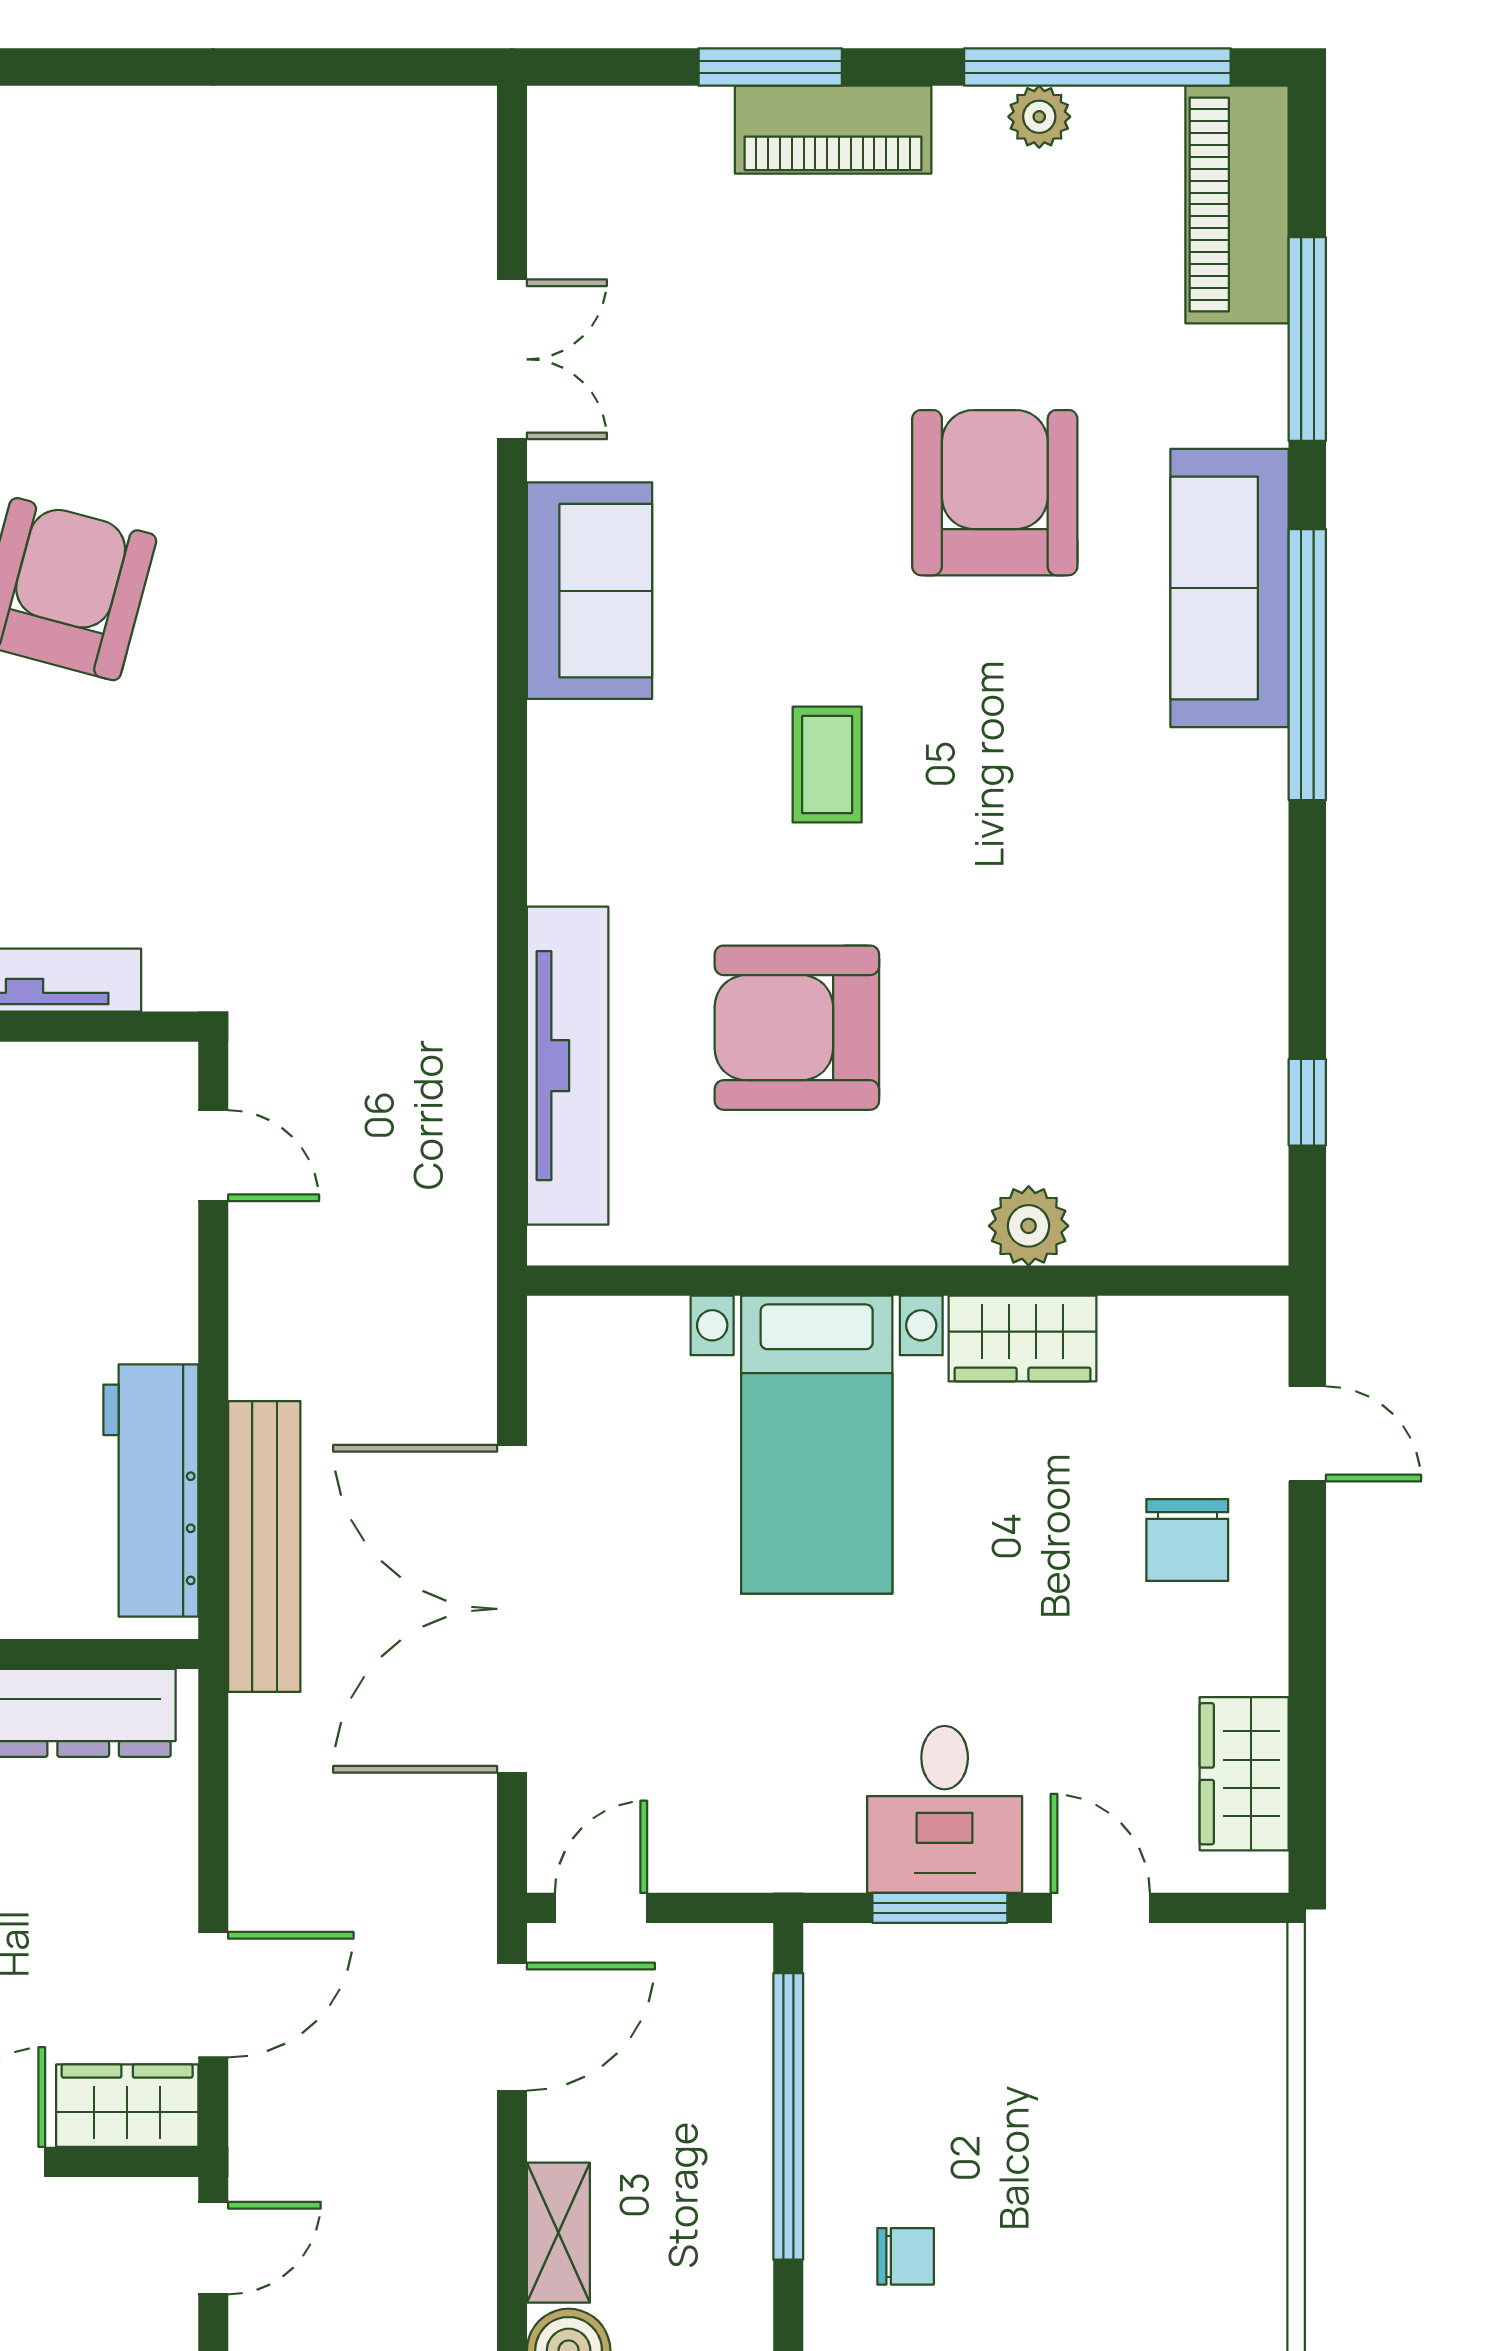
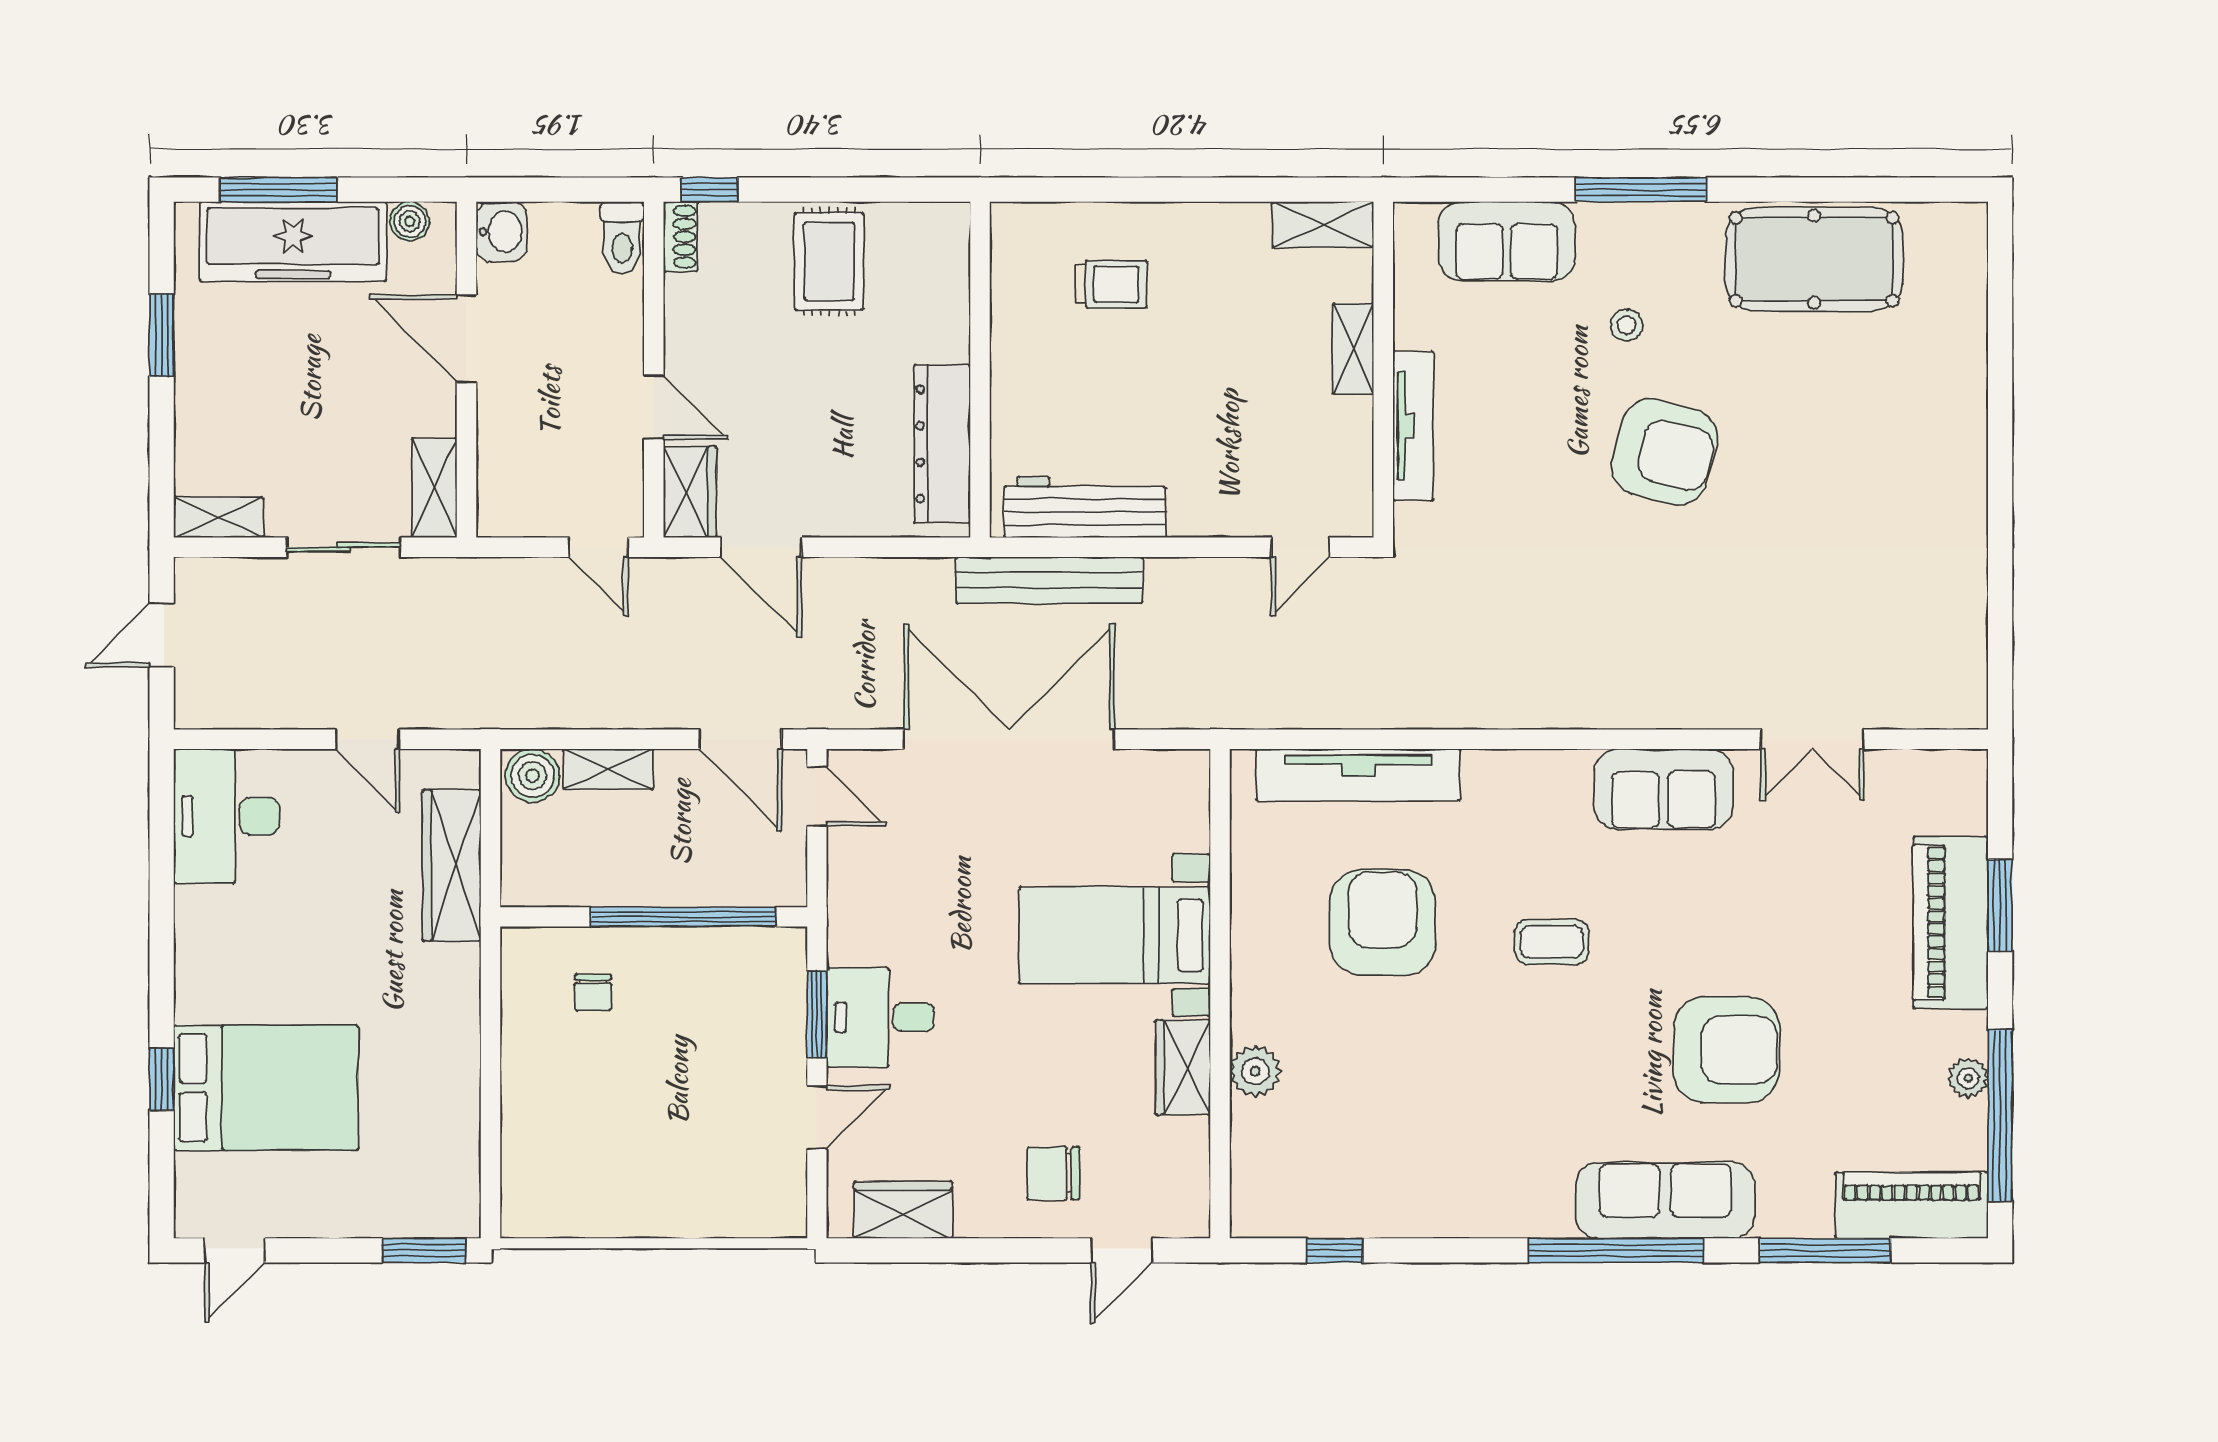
piano: (833, 130) -> (1951, 923), width x1.37, depth x1.33

